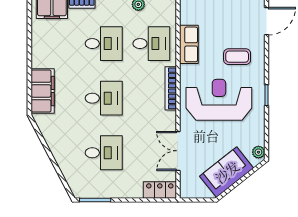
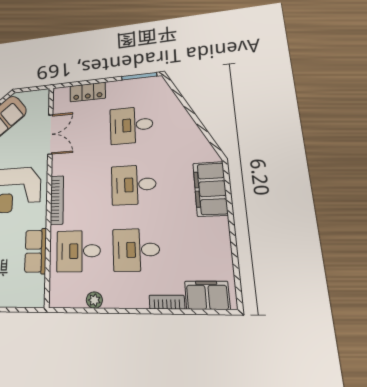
locker: (160, 190) -> (88, 92), moved

